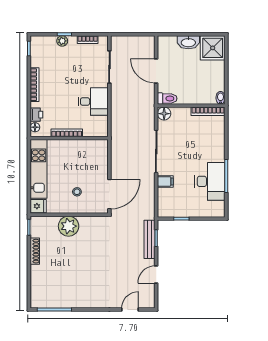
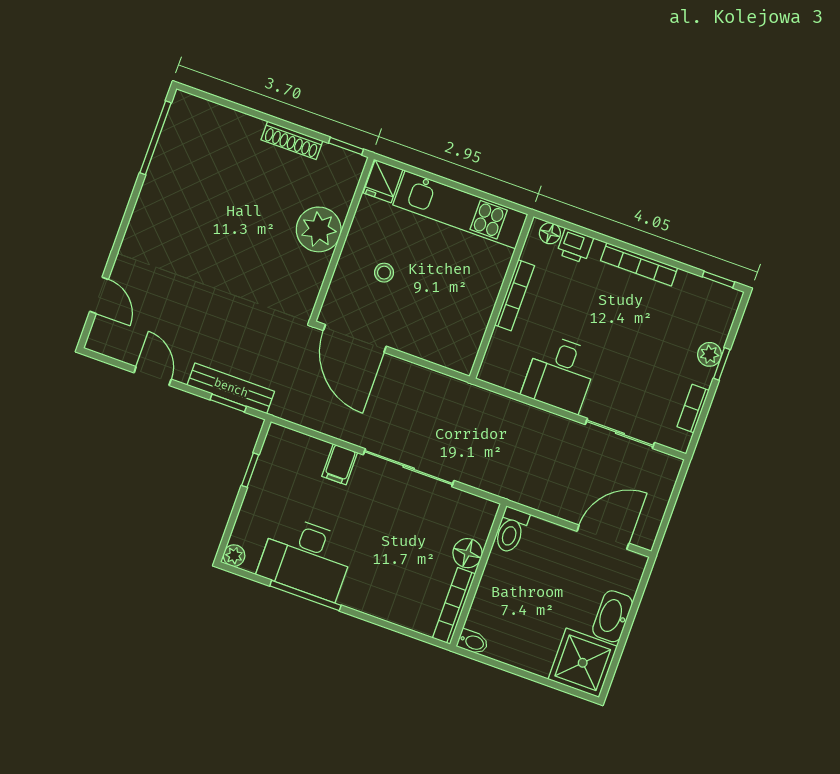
door: (156, 71) -> (603, 537), moved
floor lamp: (164, 114) -> (468, 553), moved
plant: (220, 212) -> (234, 556), added

